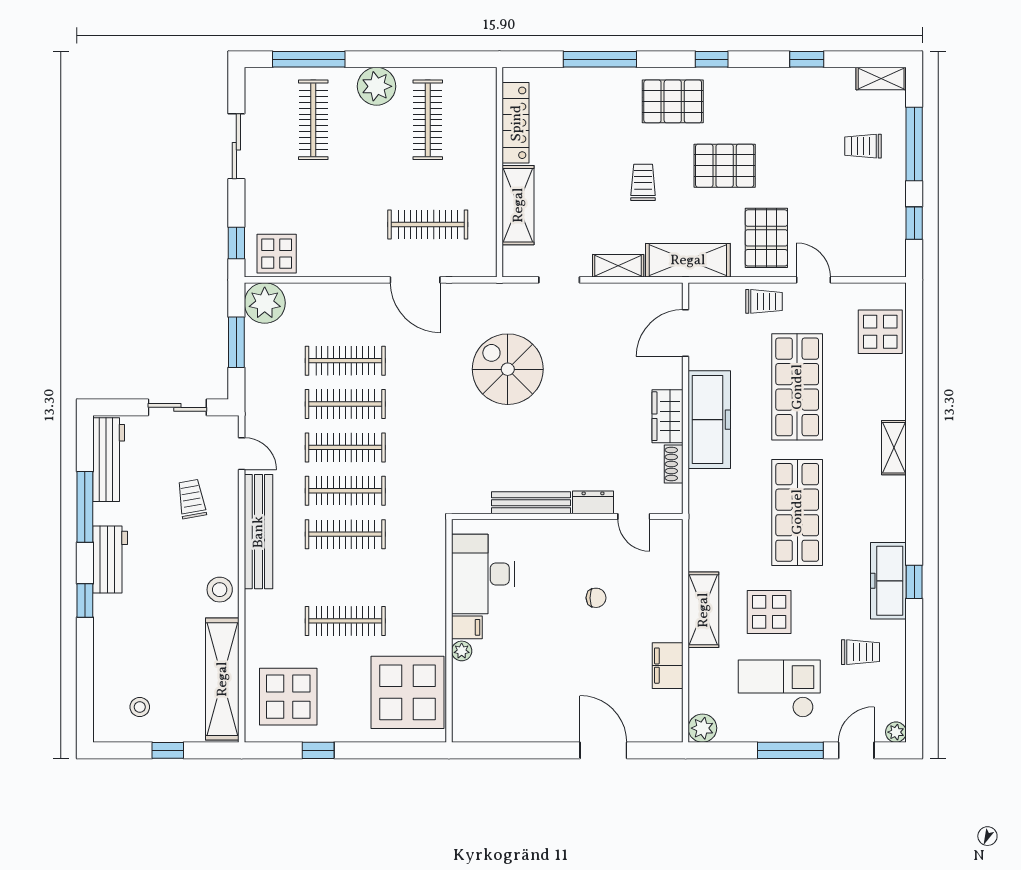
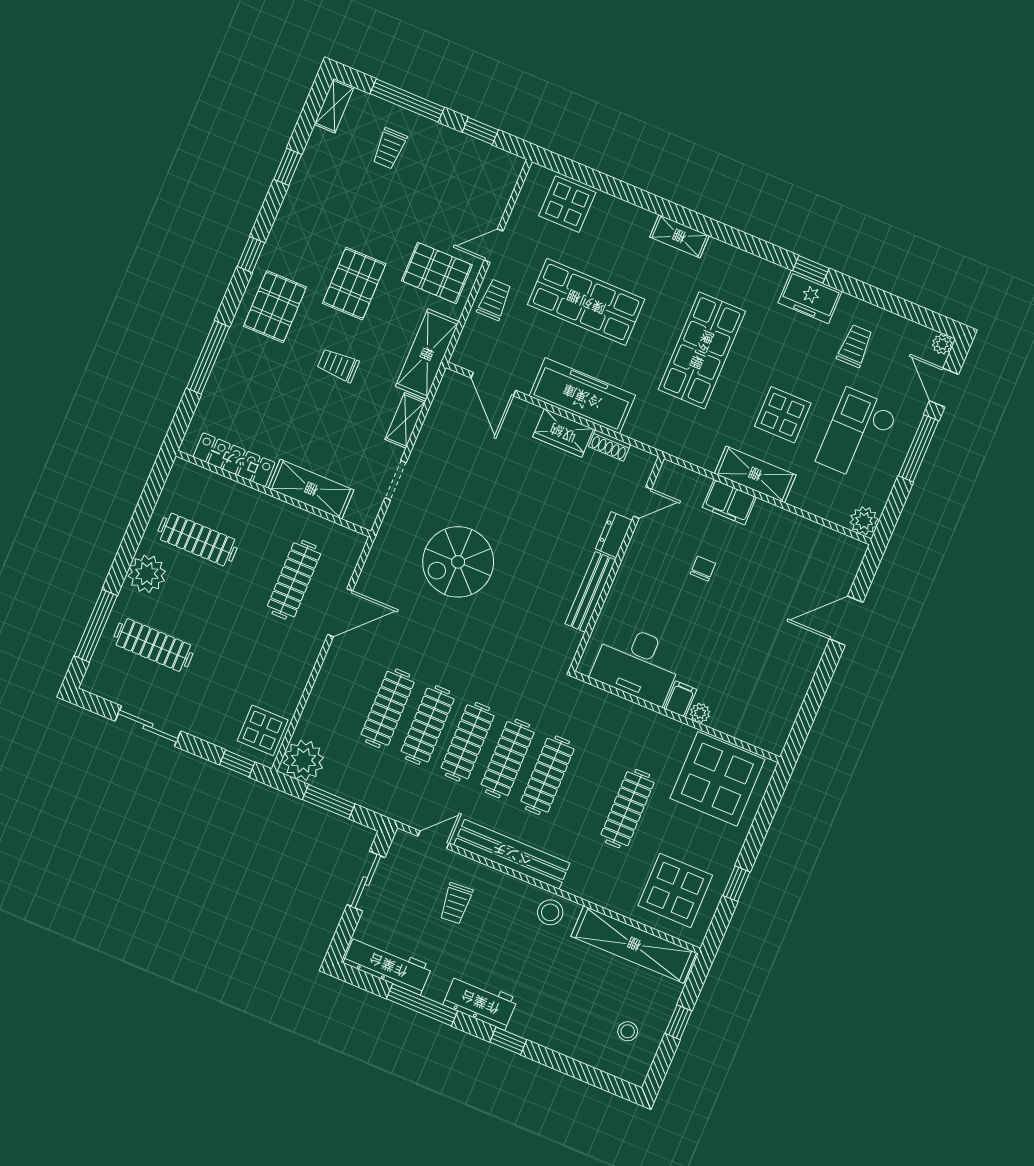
trolley: (192, 499) -> (456, 903), turned -84
shop shelf: (797, 512) -> (702, 350), turned 90
freezer: (888, 581) -> (810, 297), width x0.71
filing cabinet: (668, 666) -> (729, 502), moved

